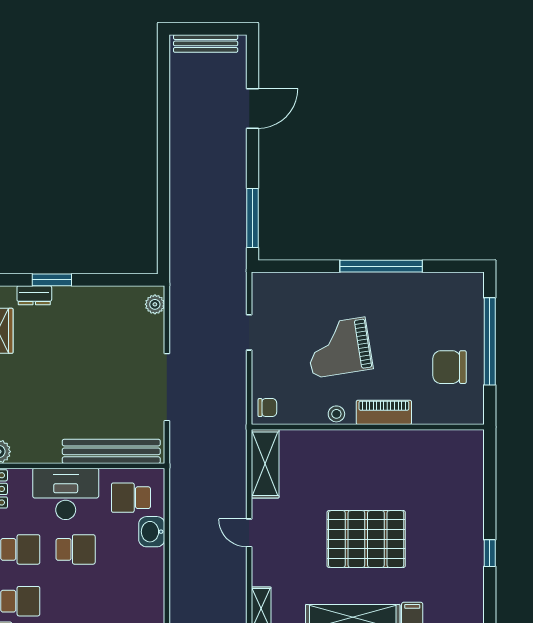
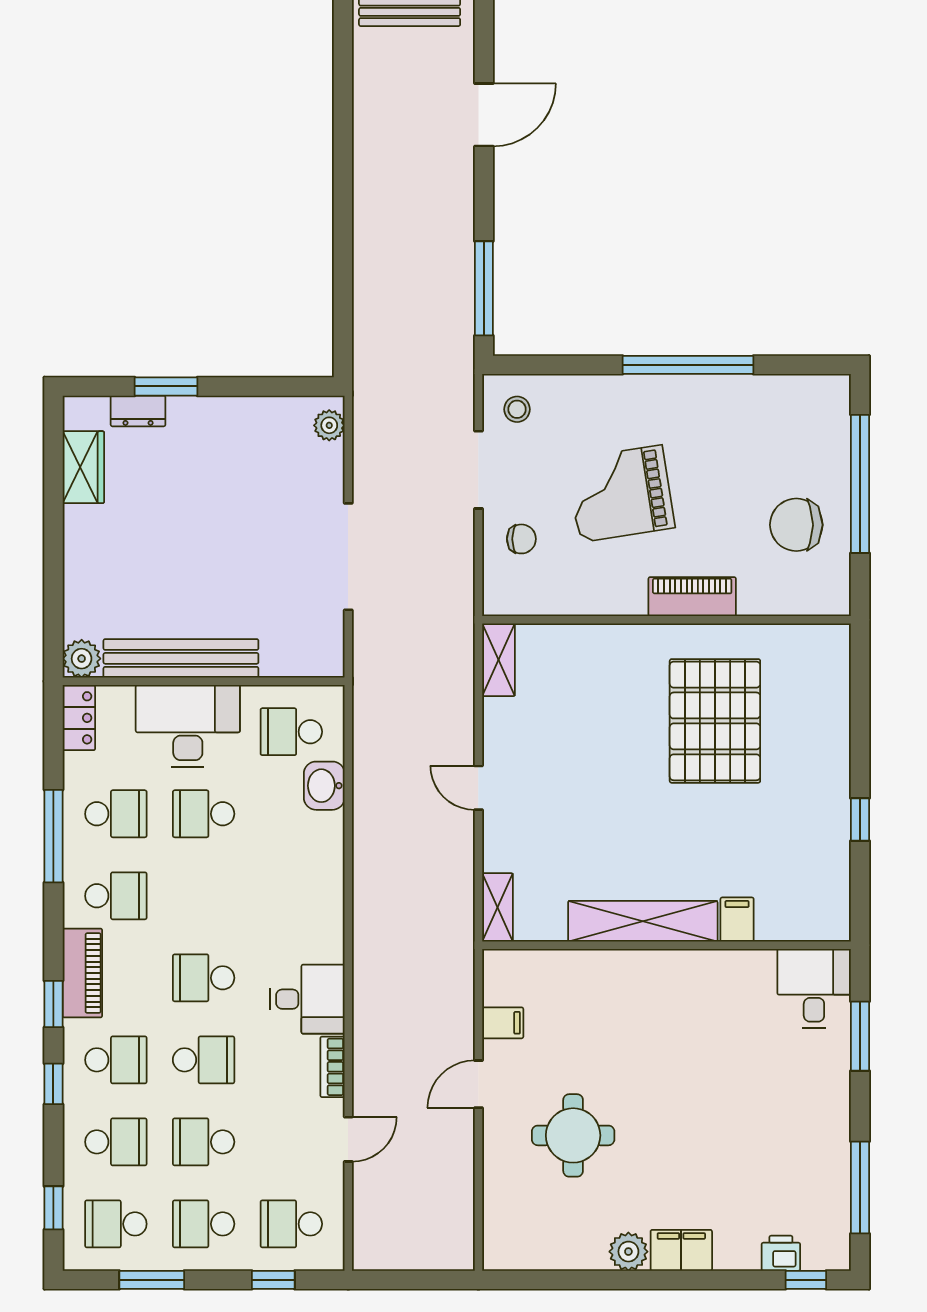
doorway: (249, 332) -> (478, 470), width x1.38
chair: (267, 408) -> (521, 539), moved
stool: (336, 414) -> (517, 409), moved
bench: (111, 451) -> (181, 658), moved
shelving: (265, 464) -> (498, 660), width x0.67, depth x0.75
pallet: (366, 539) -> (715, 721), moved, turned 90
school desk: (76, 549) -> (204, 814), turned 180

